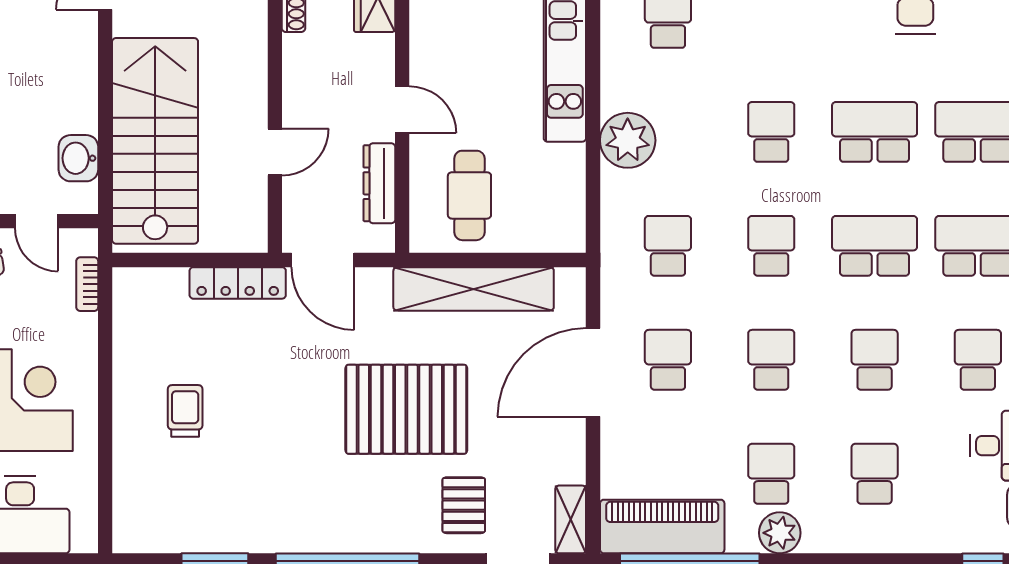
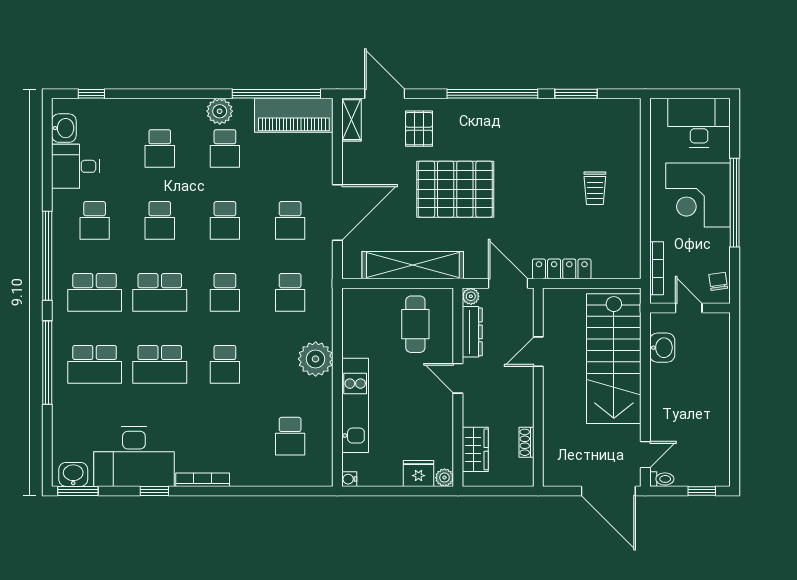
plant: (382, 240) -> (471, 296), added
bookcase: (87, 284) -> (657, 268), width x1.56

